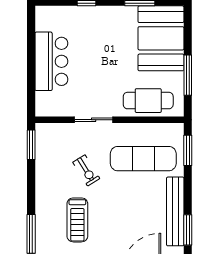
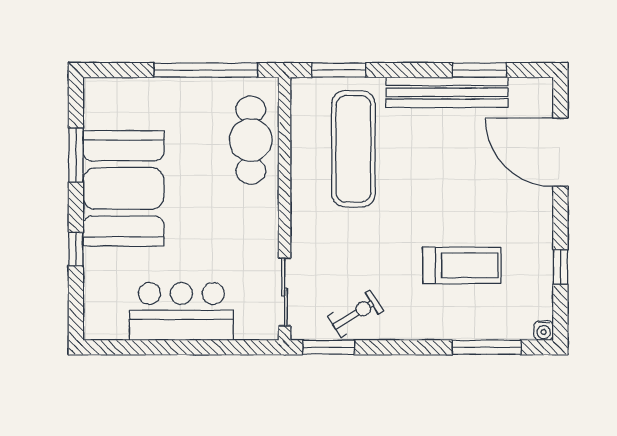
booth: (161, 38) -> (123, 188), moved, turned 90
window: (188, 75) -> (206, 70), width x1.46
sliding door: (94, 120) -> (285, 292), moved
exercise bike: (86, 170) -> (355, 314), moved

